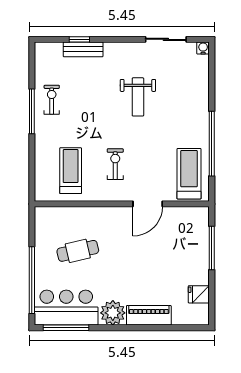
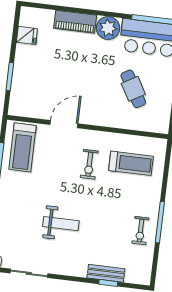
weight bench: (138, 97) -> (61, 224), turned 90
treadmill: (71, 171) -> (131, 163), turned -90
window: (212, 248) -> (10, 77), width x0.69
cafe table: (78, 251) -> (133, 89), turned 73

